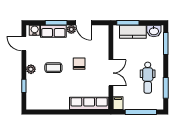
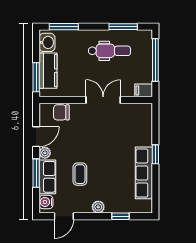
chair: (79, 64) -> (61, 112), moved
coffee table: (53, 68) -> (80, 174), moved
row of seats: (89, 103) -> (144, 173), moved
window: (70, 112) -> (155, 154), added

